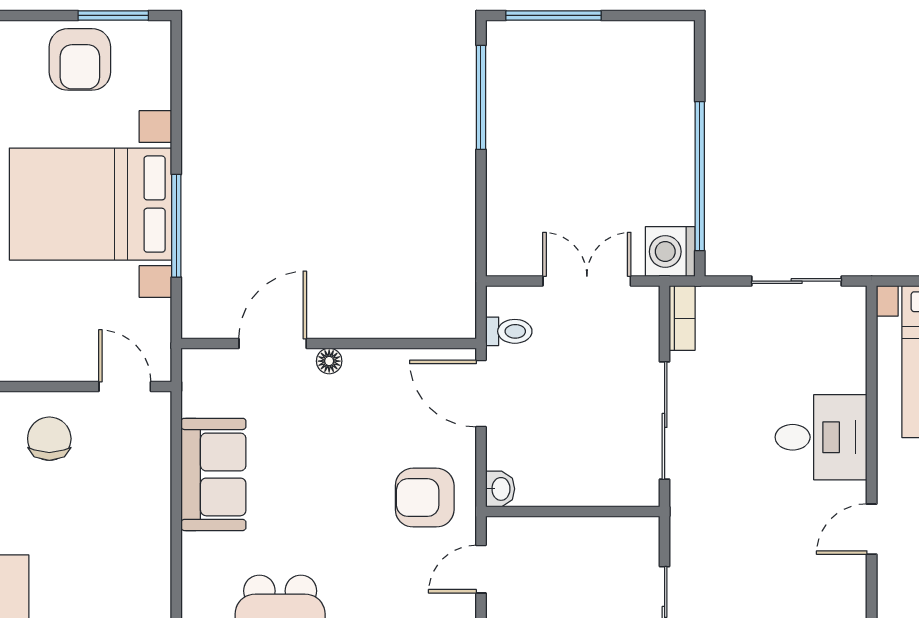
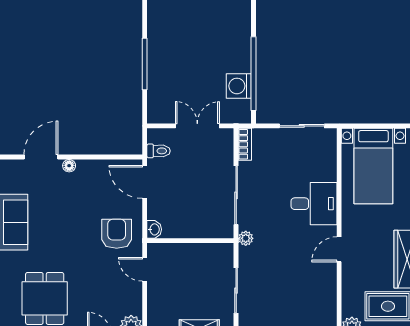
window: (481, 97) -> (145, 64), moved
washing machine: (670, 252) -> (239, 86), moved
armchair: (425, 498) -> (117, 234), turned 90
plant: (684, 507) -> (246, 238), added
door: (481, 569) -> (145, 269), hinge flipped

